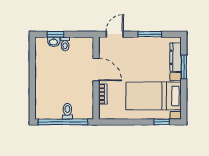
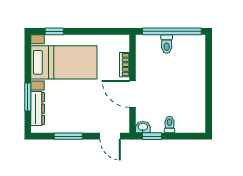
window: (55, 34) -> (152, 136), moved
door: (115, 34) -> (110, 136), hinge flipped
washbasin: (54, 42) -> (143, 127), moved

